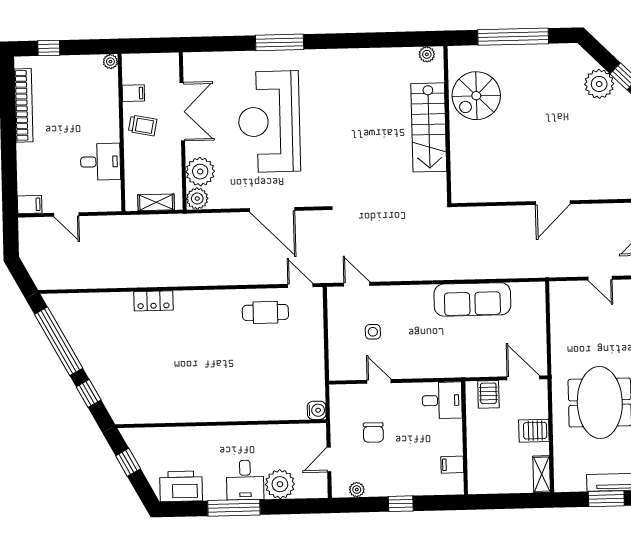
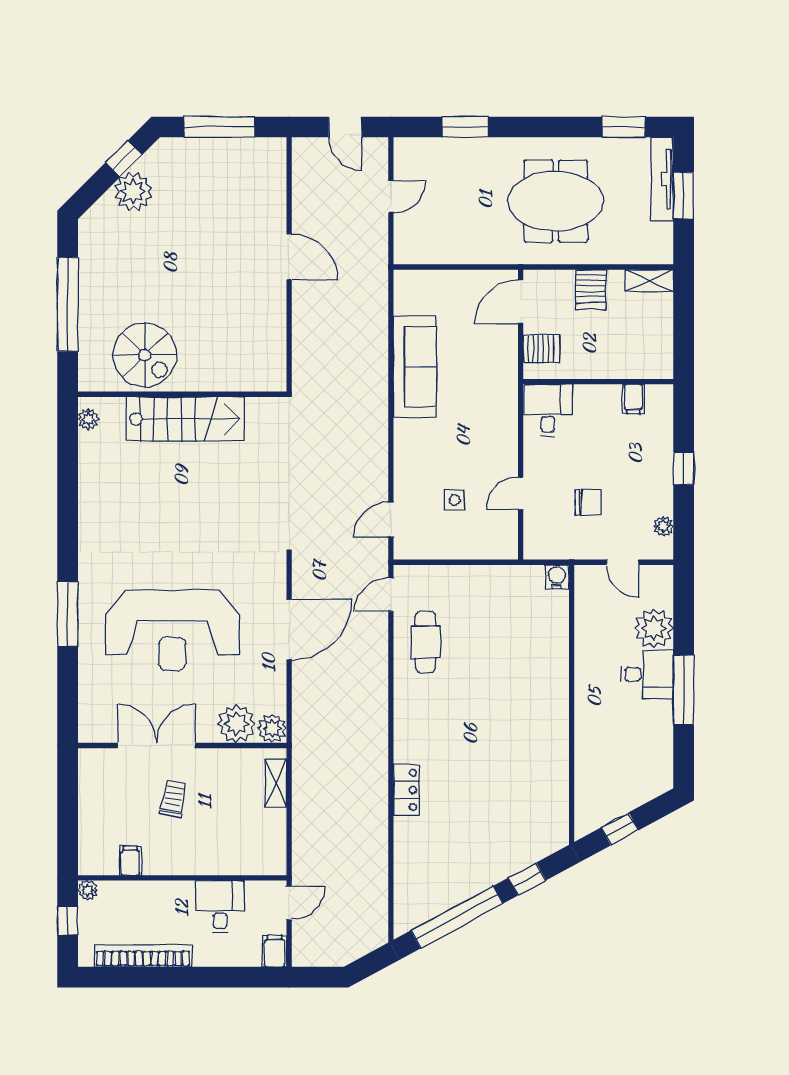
plant: (110, 62) -> (88, 890), moved
filing cabinet: (133, 93) -> (130, 861), moved
wall: (121, 133) -> (182, 878), moved
desk: (100, 162) -> (220, 907), moved
printer: (181, 486) -> (653, 759), removed

